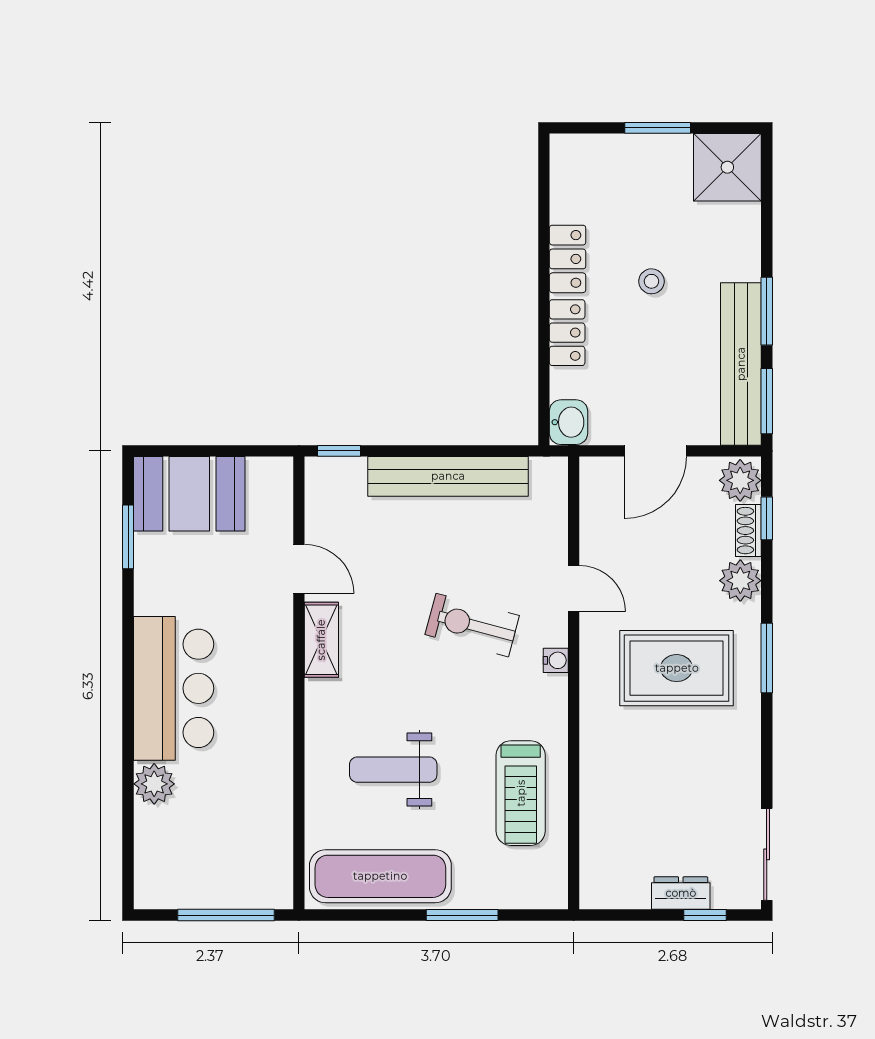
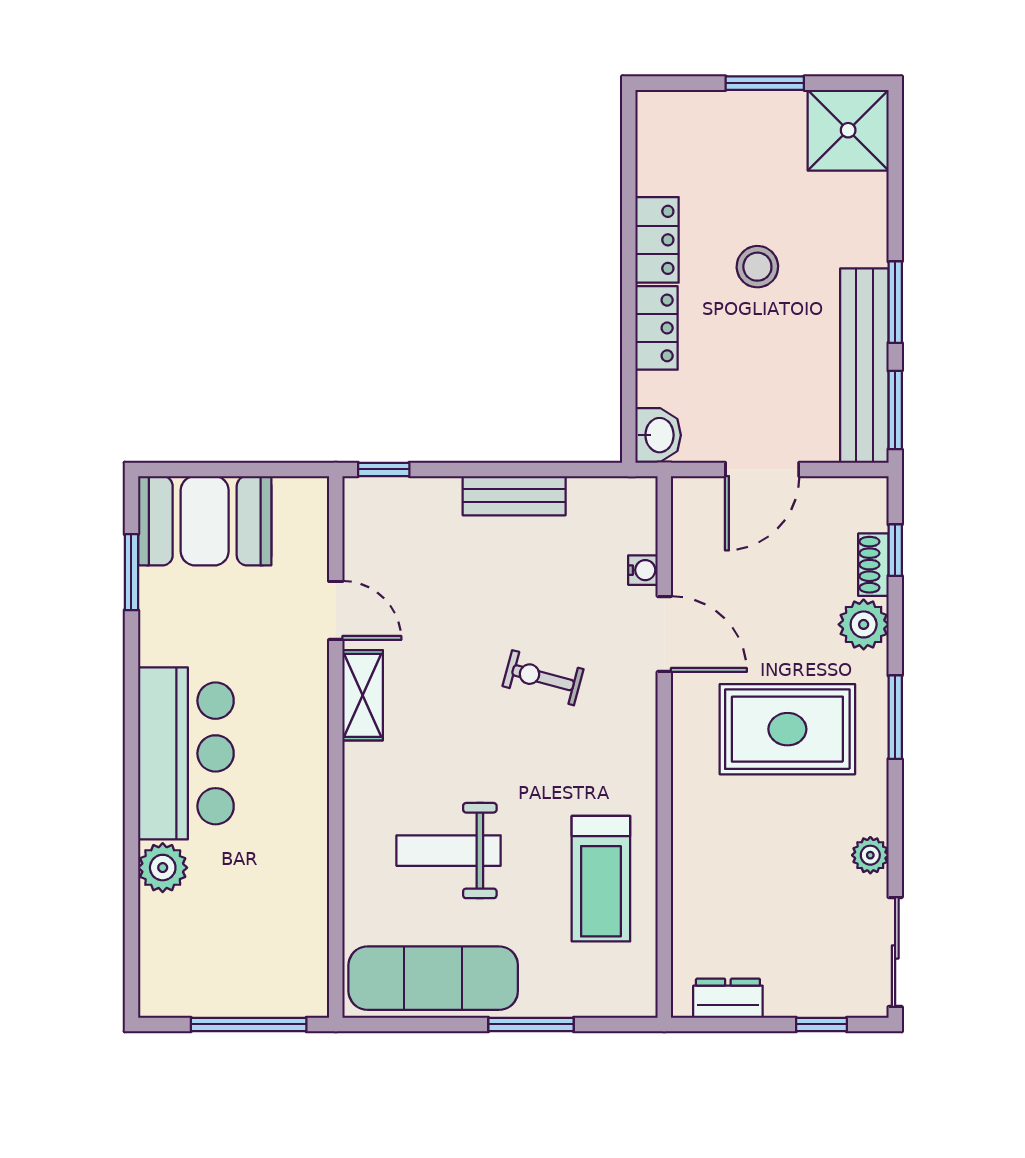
stool: (651, 281) -> (757, 267), width x1.37, depth x1.37
bench: (448, 476) -> (514, 496), width x0.54, depth x0.82
plant: (740, 480) -> (870, 855), moved, width x0.73, depth x0.73
door: (574, 588) -> (664, 634), width x1.38
exercise bike: (472, 625) -> (543, 678), width x0.73, depth x0.72
water cooler: (556, 660) -> (643, 570), moved
dresser: (681, 893) -> (728, 998), moved

